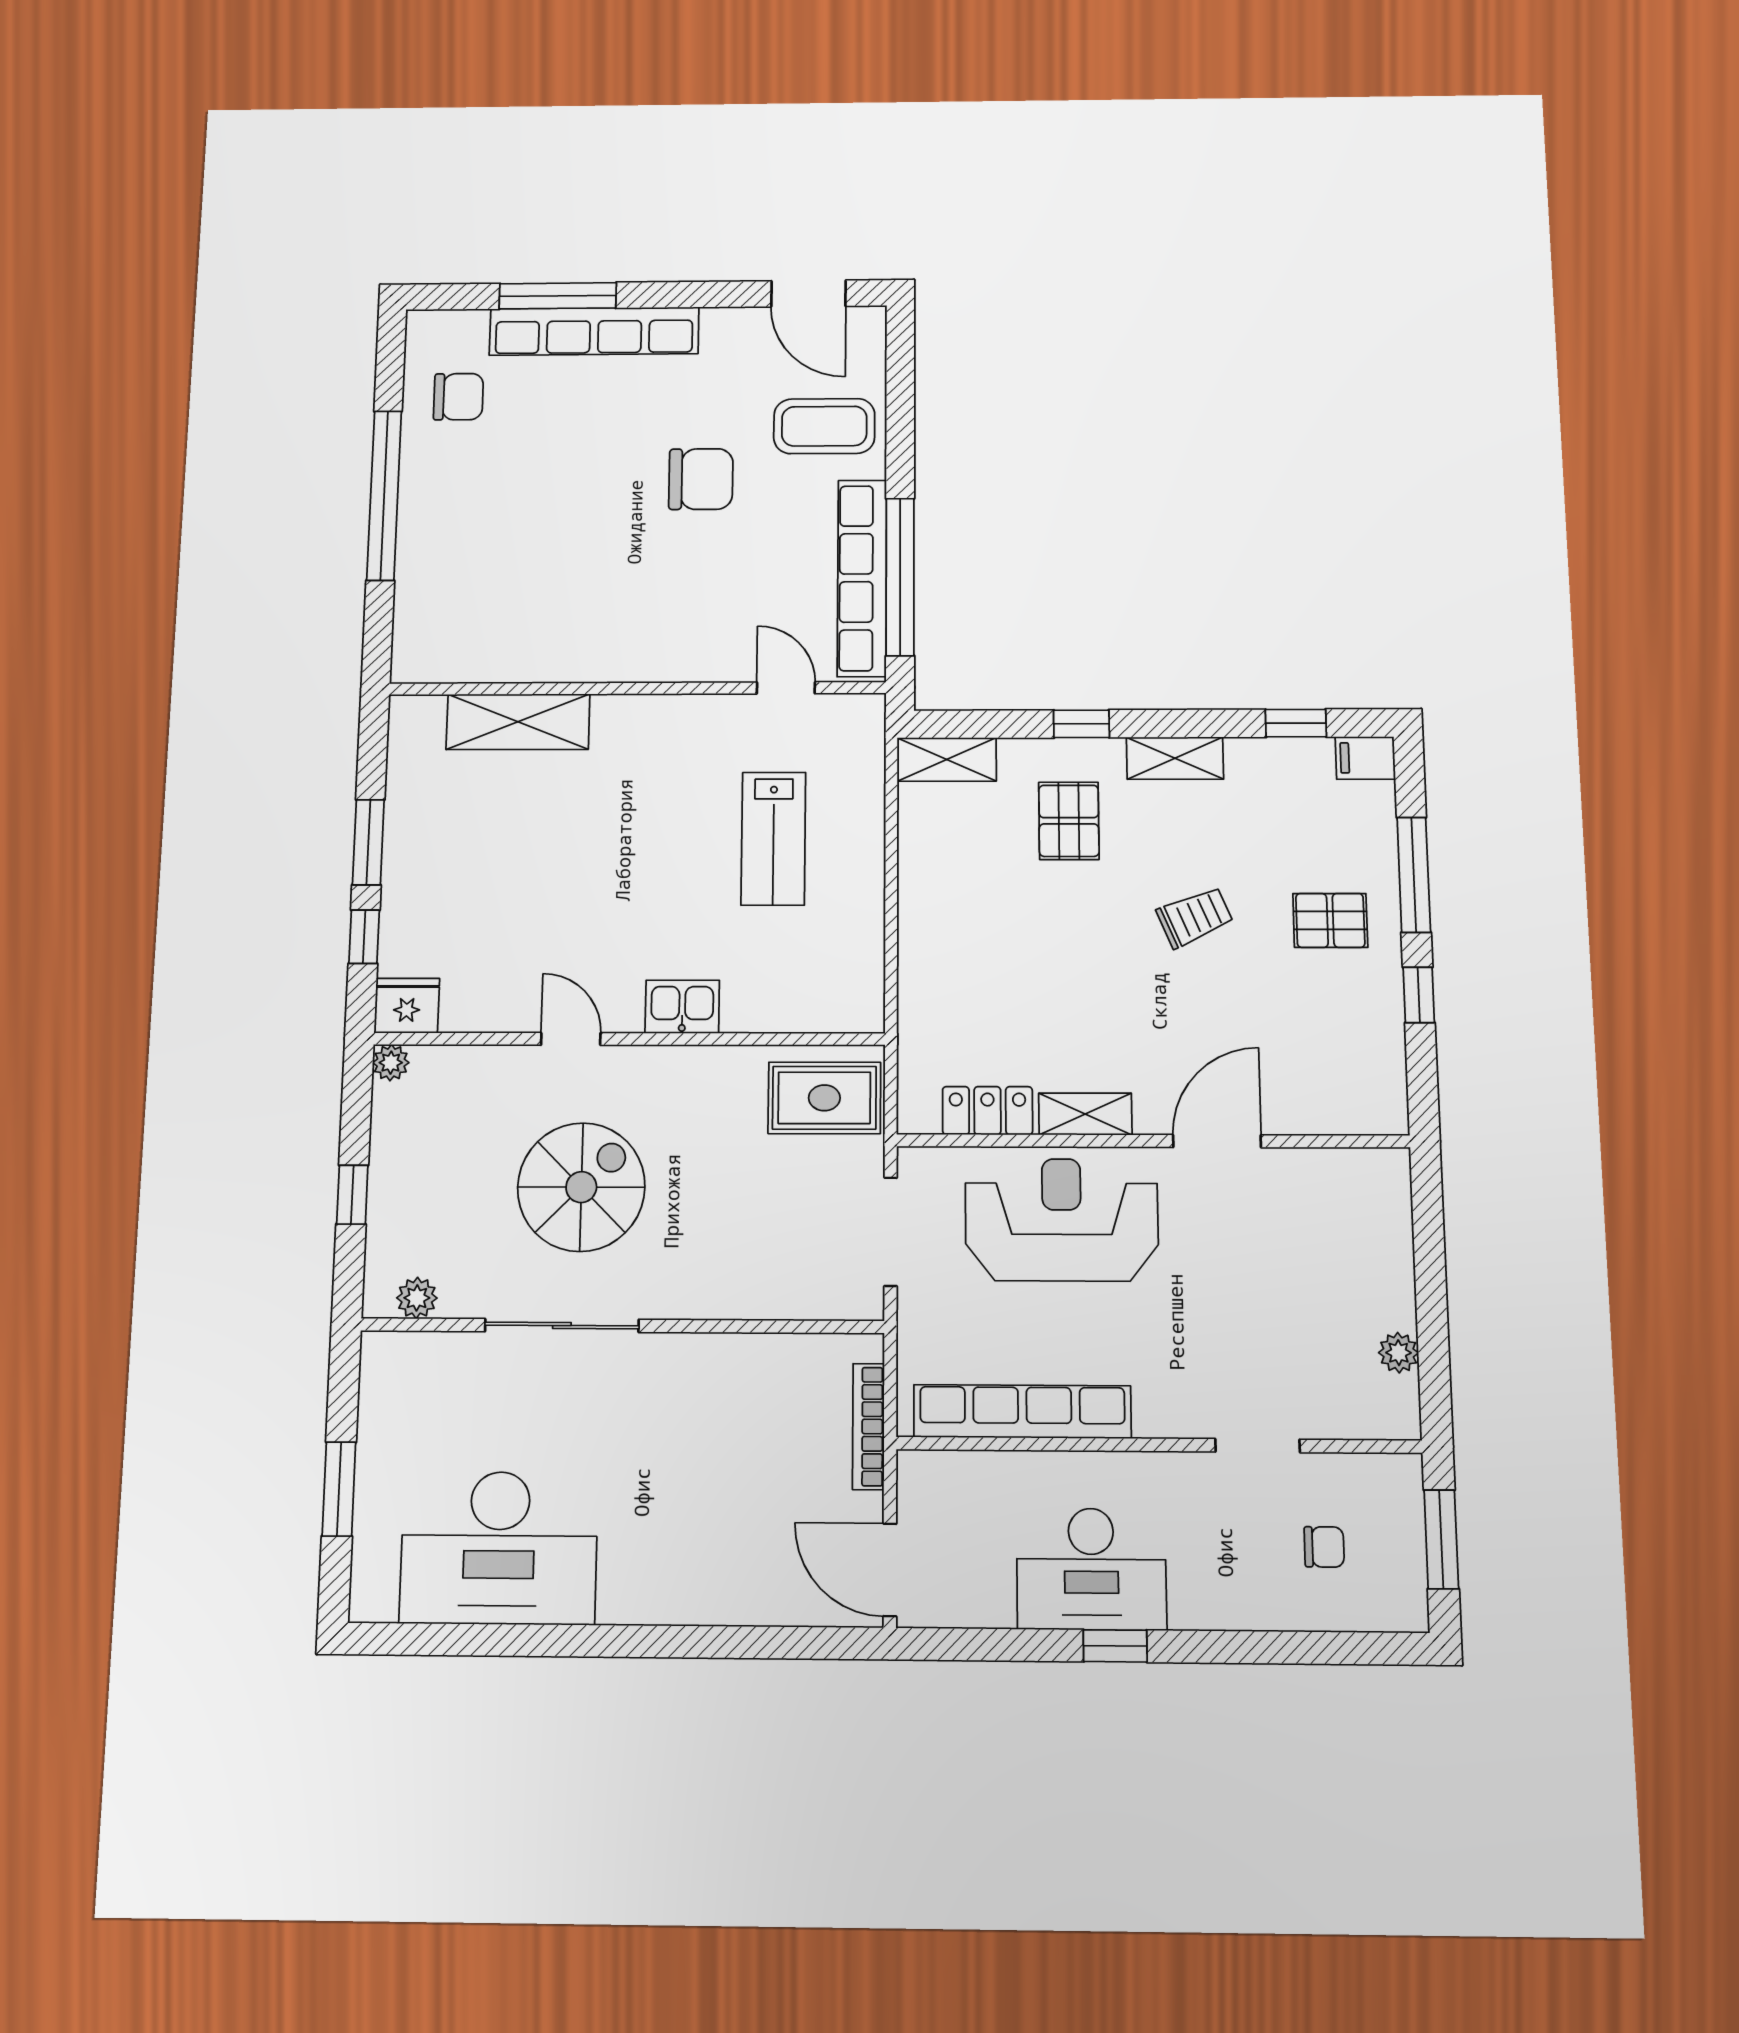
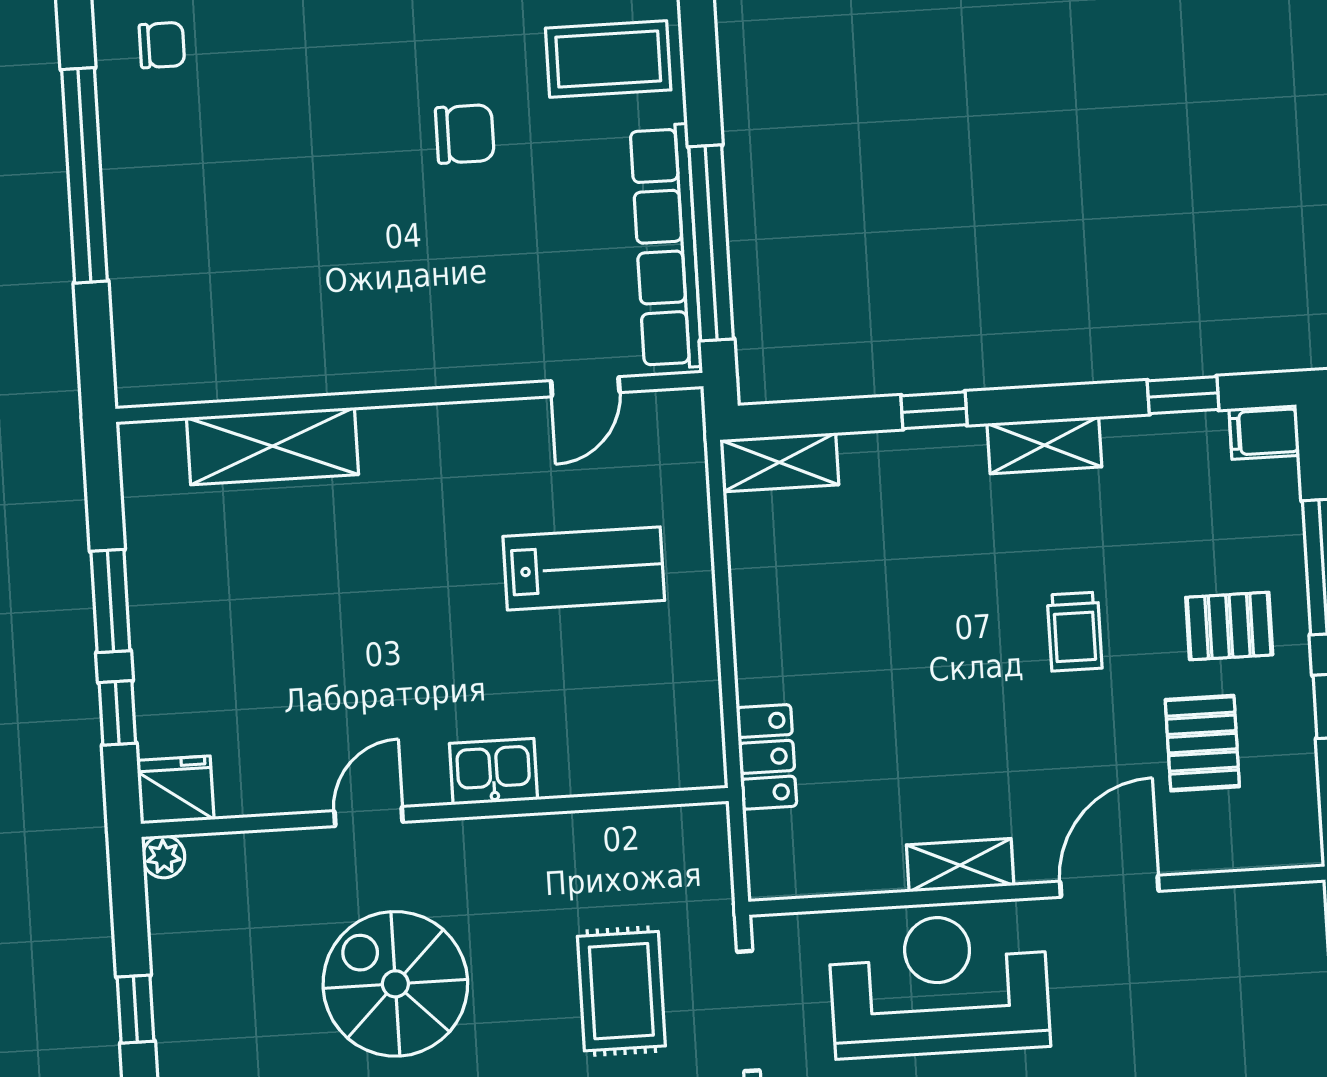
chair: (458, 397) -> (162, 45), width x0.73, depth x0.73
chair: (701, 479) -> (465, 134), width x0.73, depth x0.73
door: (786, 688) -> (585, 387), swing flipped
pallet: (1069, 821) -> (1202, 743), moved
lab bench: (773, 839) -> (584, 568), turned -90
trolley: (1195, 917) -> (1075, 632), turned 113
door: (571, 1039) -> (368, 816), hinge flipped
rug: (824, 1098) -> (621, 991), moved, turned 90
locker: (987, 1111) -> (767, 757), moved, turned 90
spiral stairs: (581, 1187) -> (395, 984), turned -90

